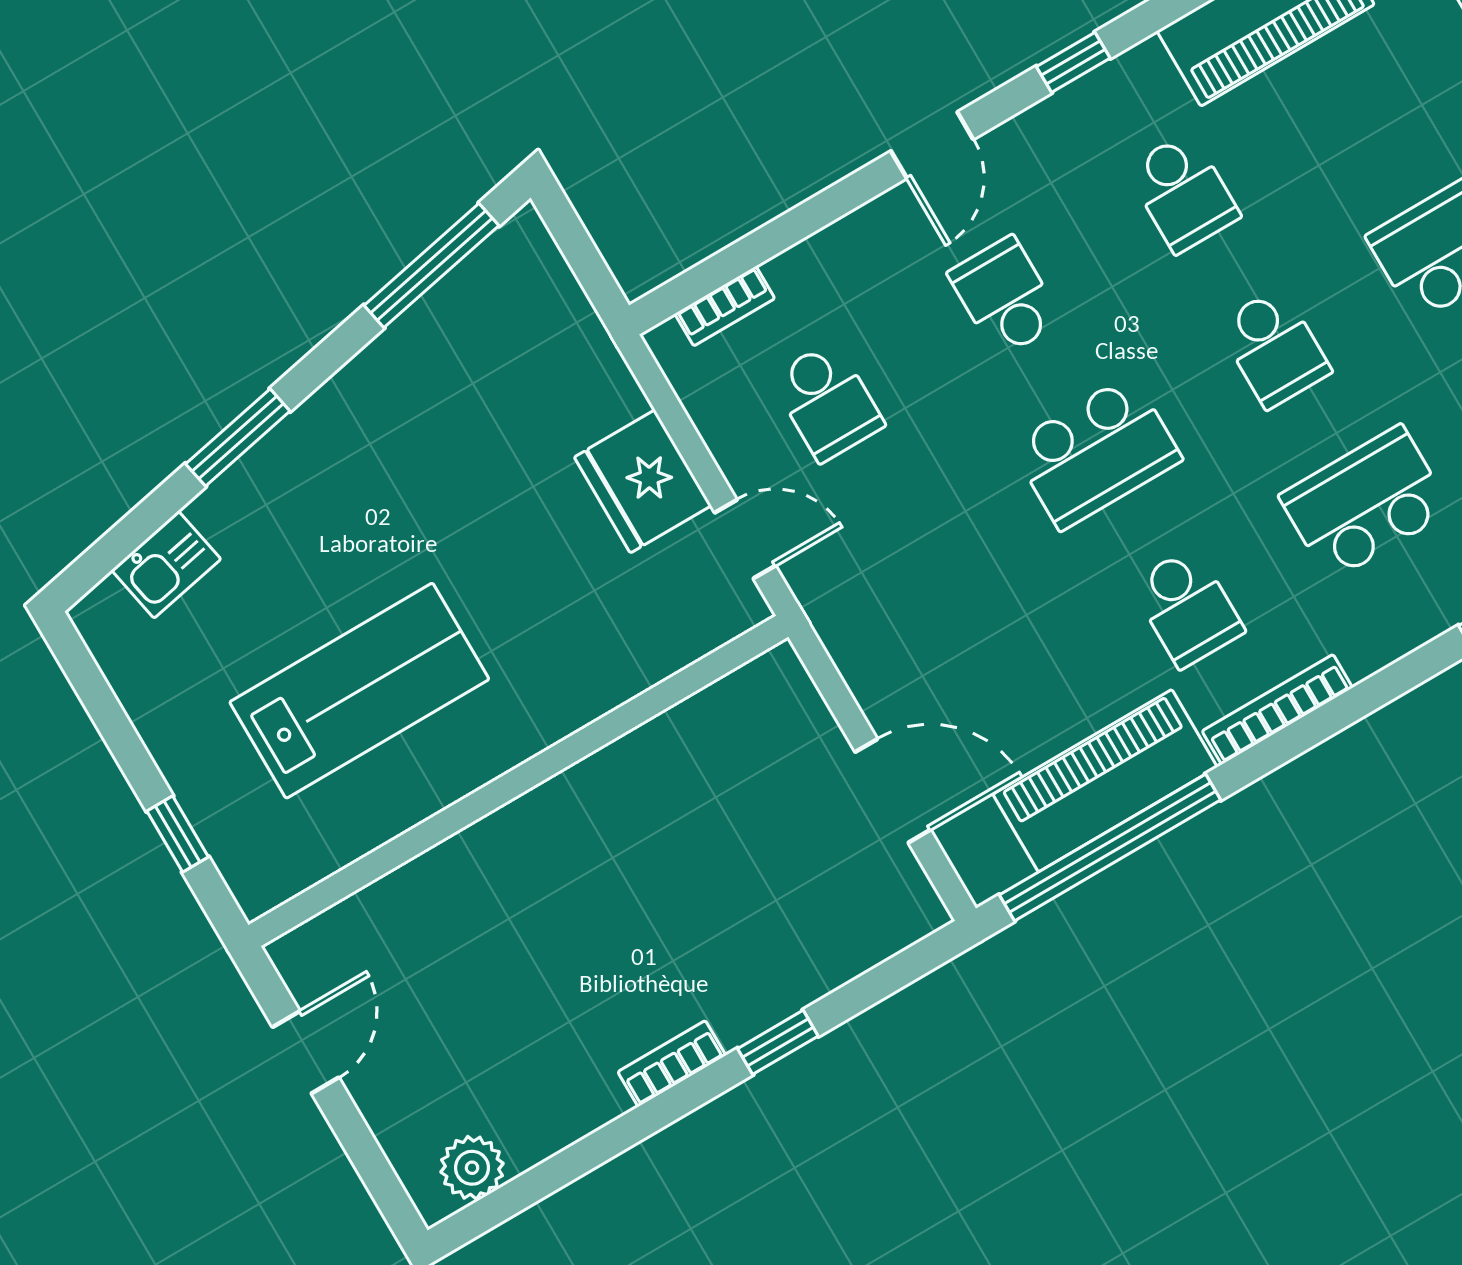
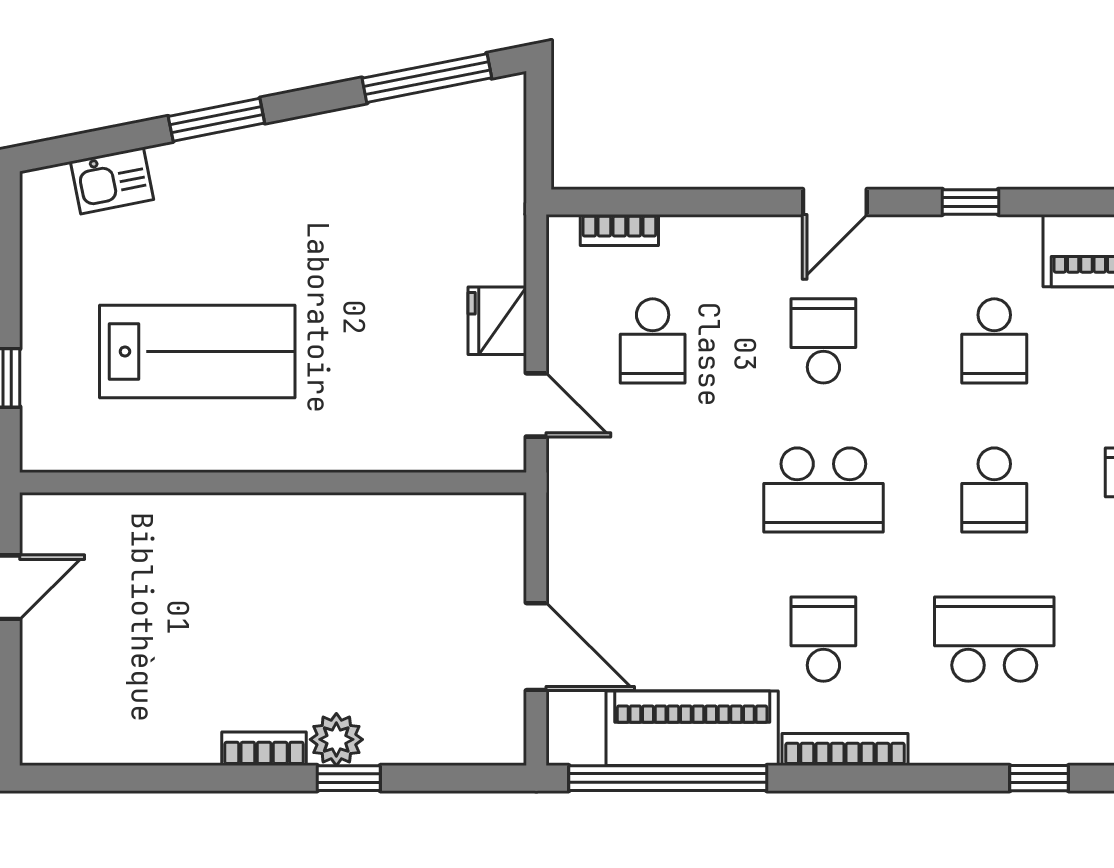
fridge: (643, 481) -> (497, 321), width x0.73, depth x0.75
school desk: (1187, 607) -> (823, 639), turned 180
plant: (472, 1168) -> (336, 739), moved

